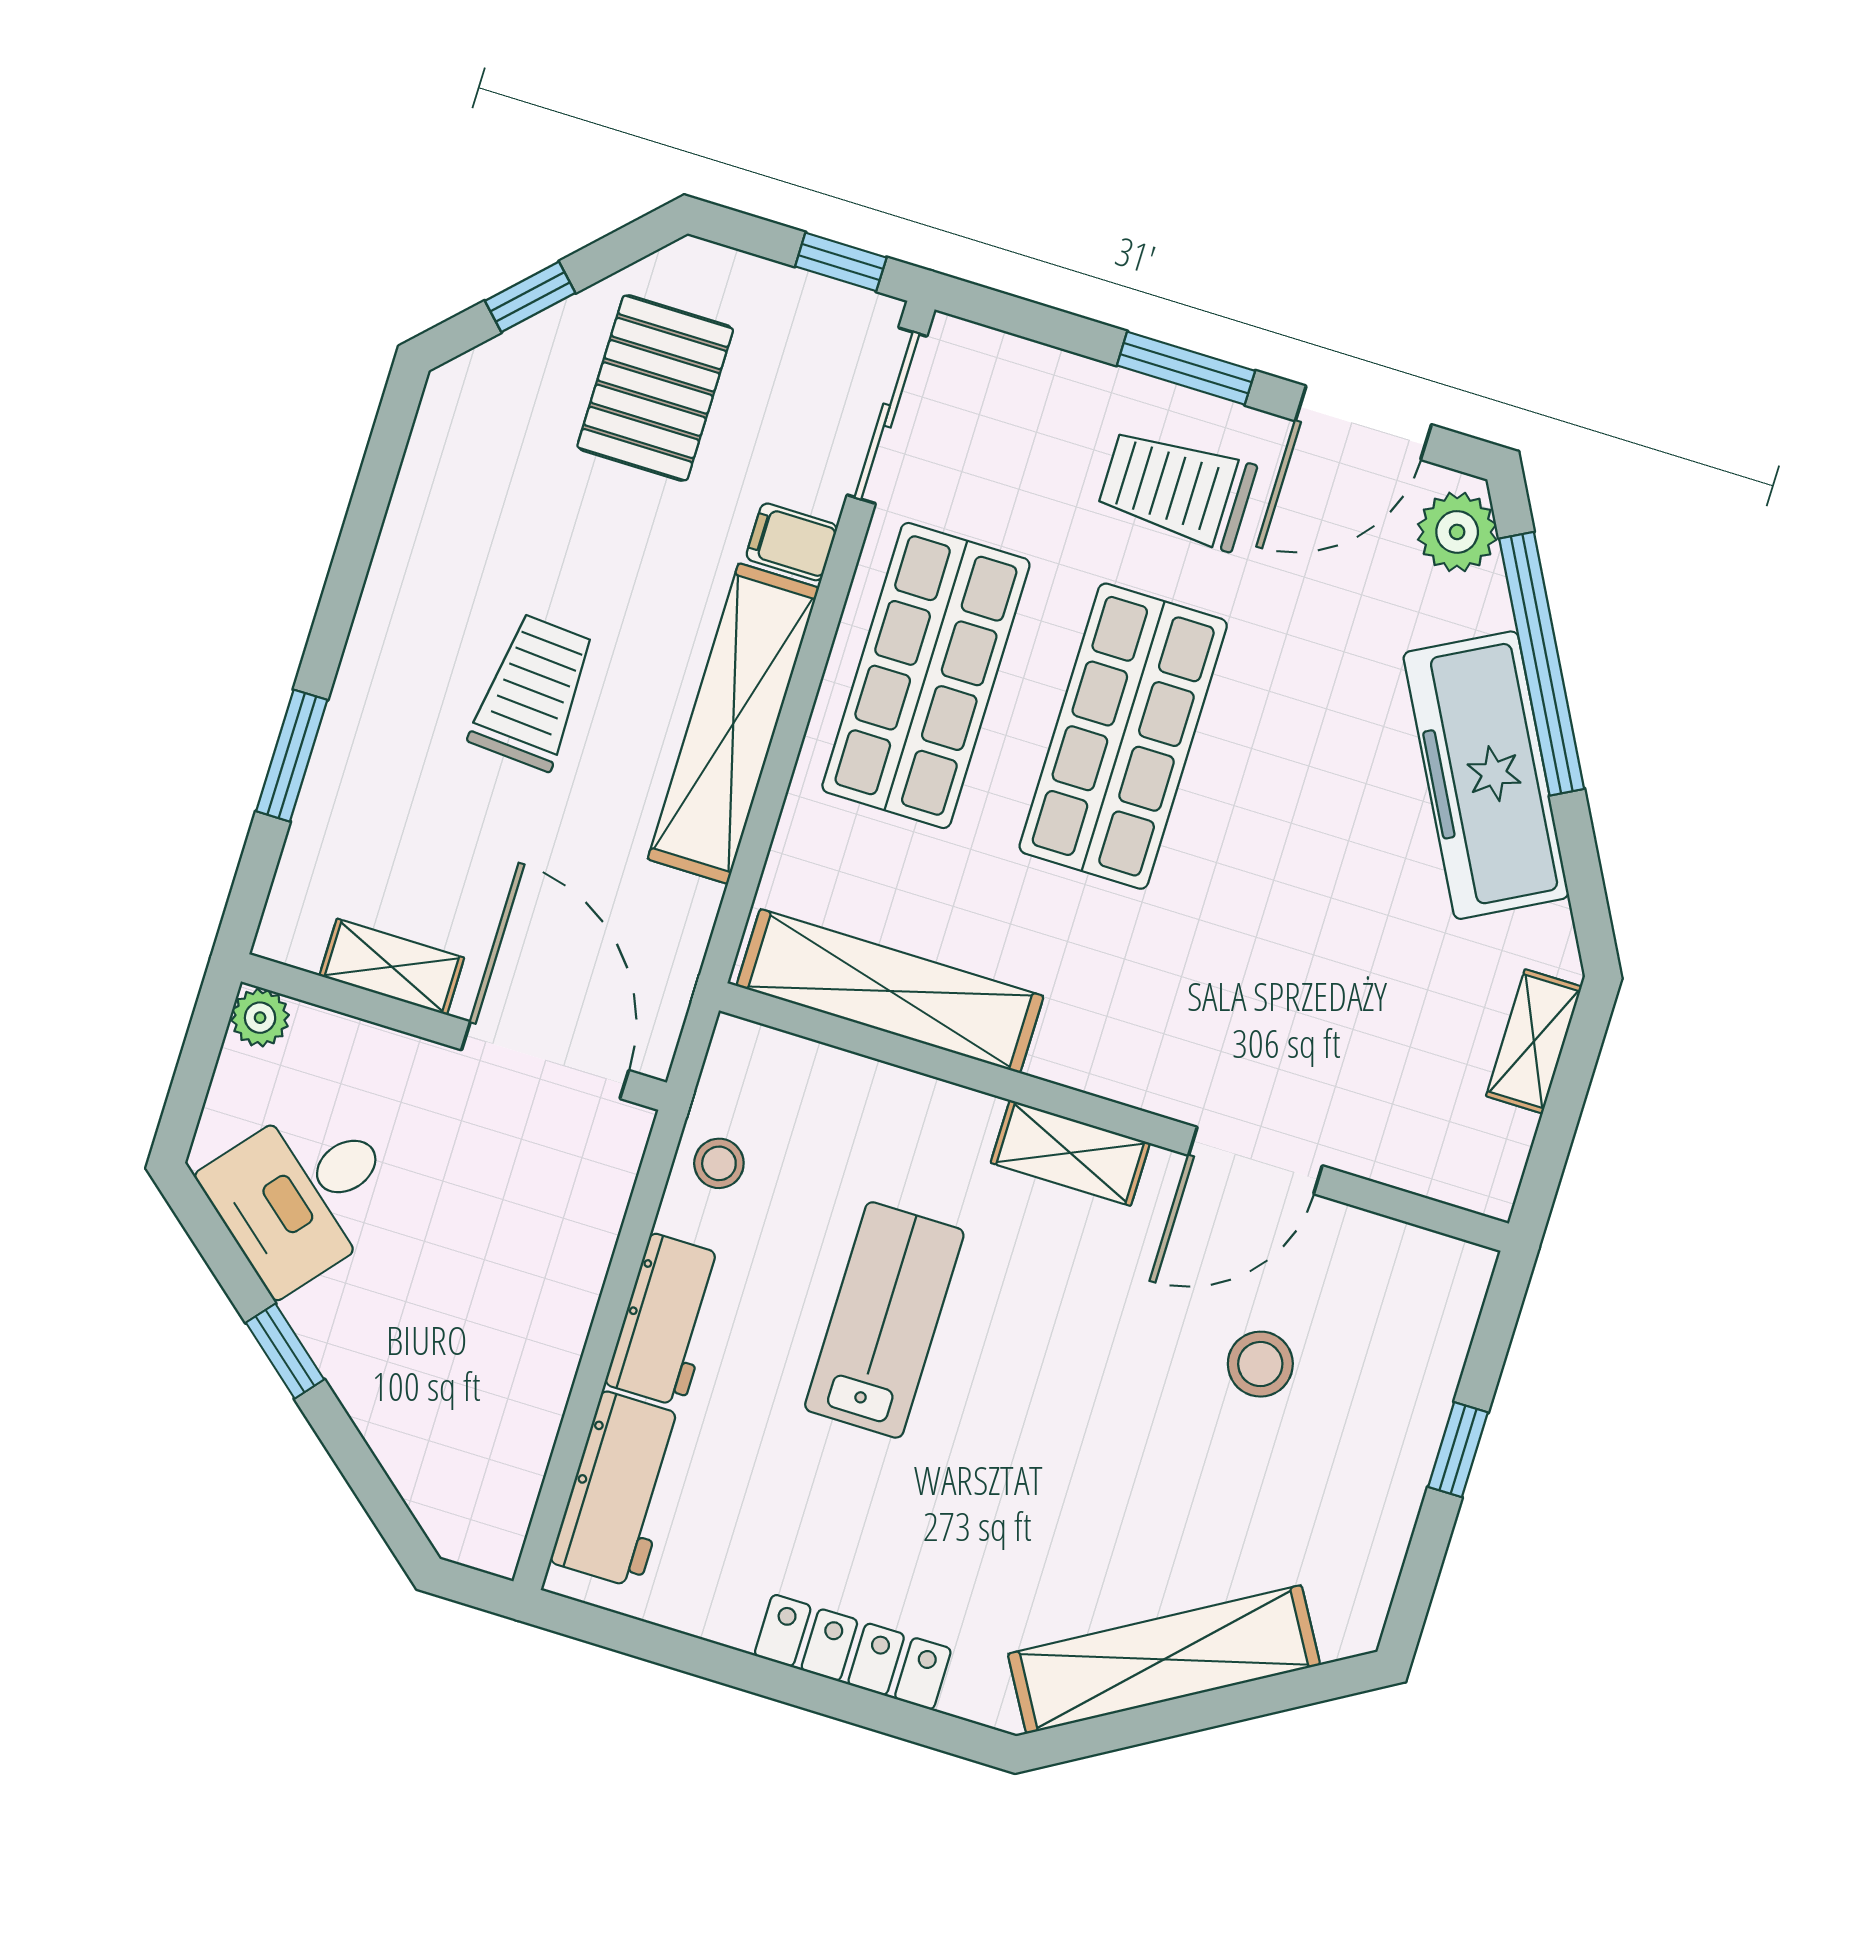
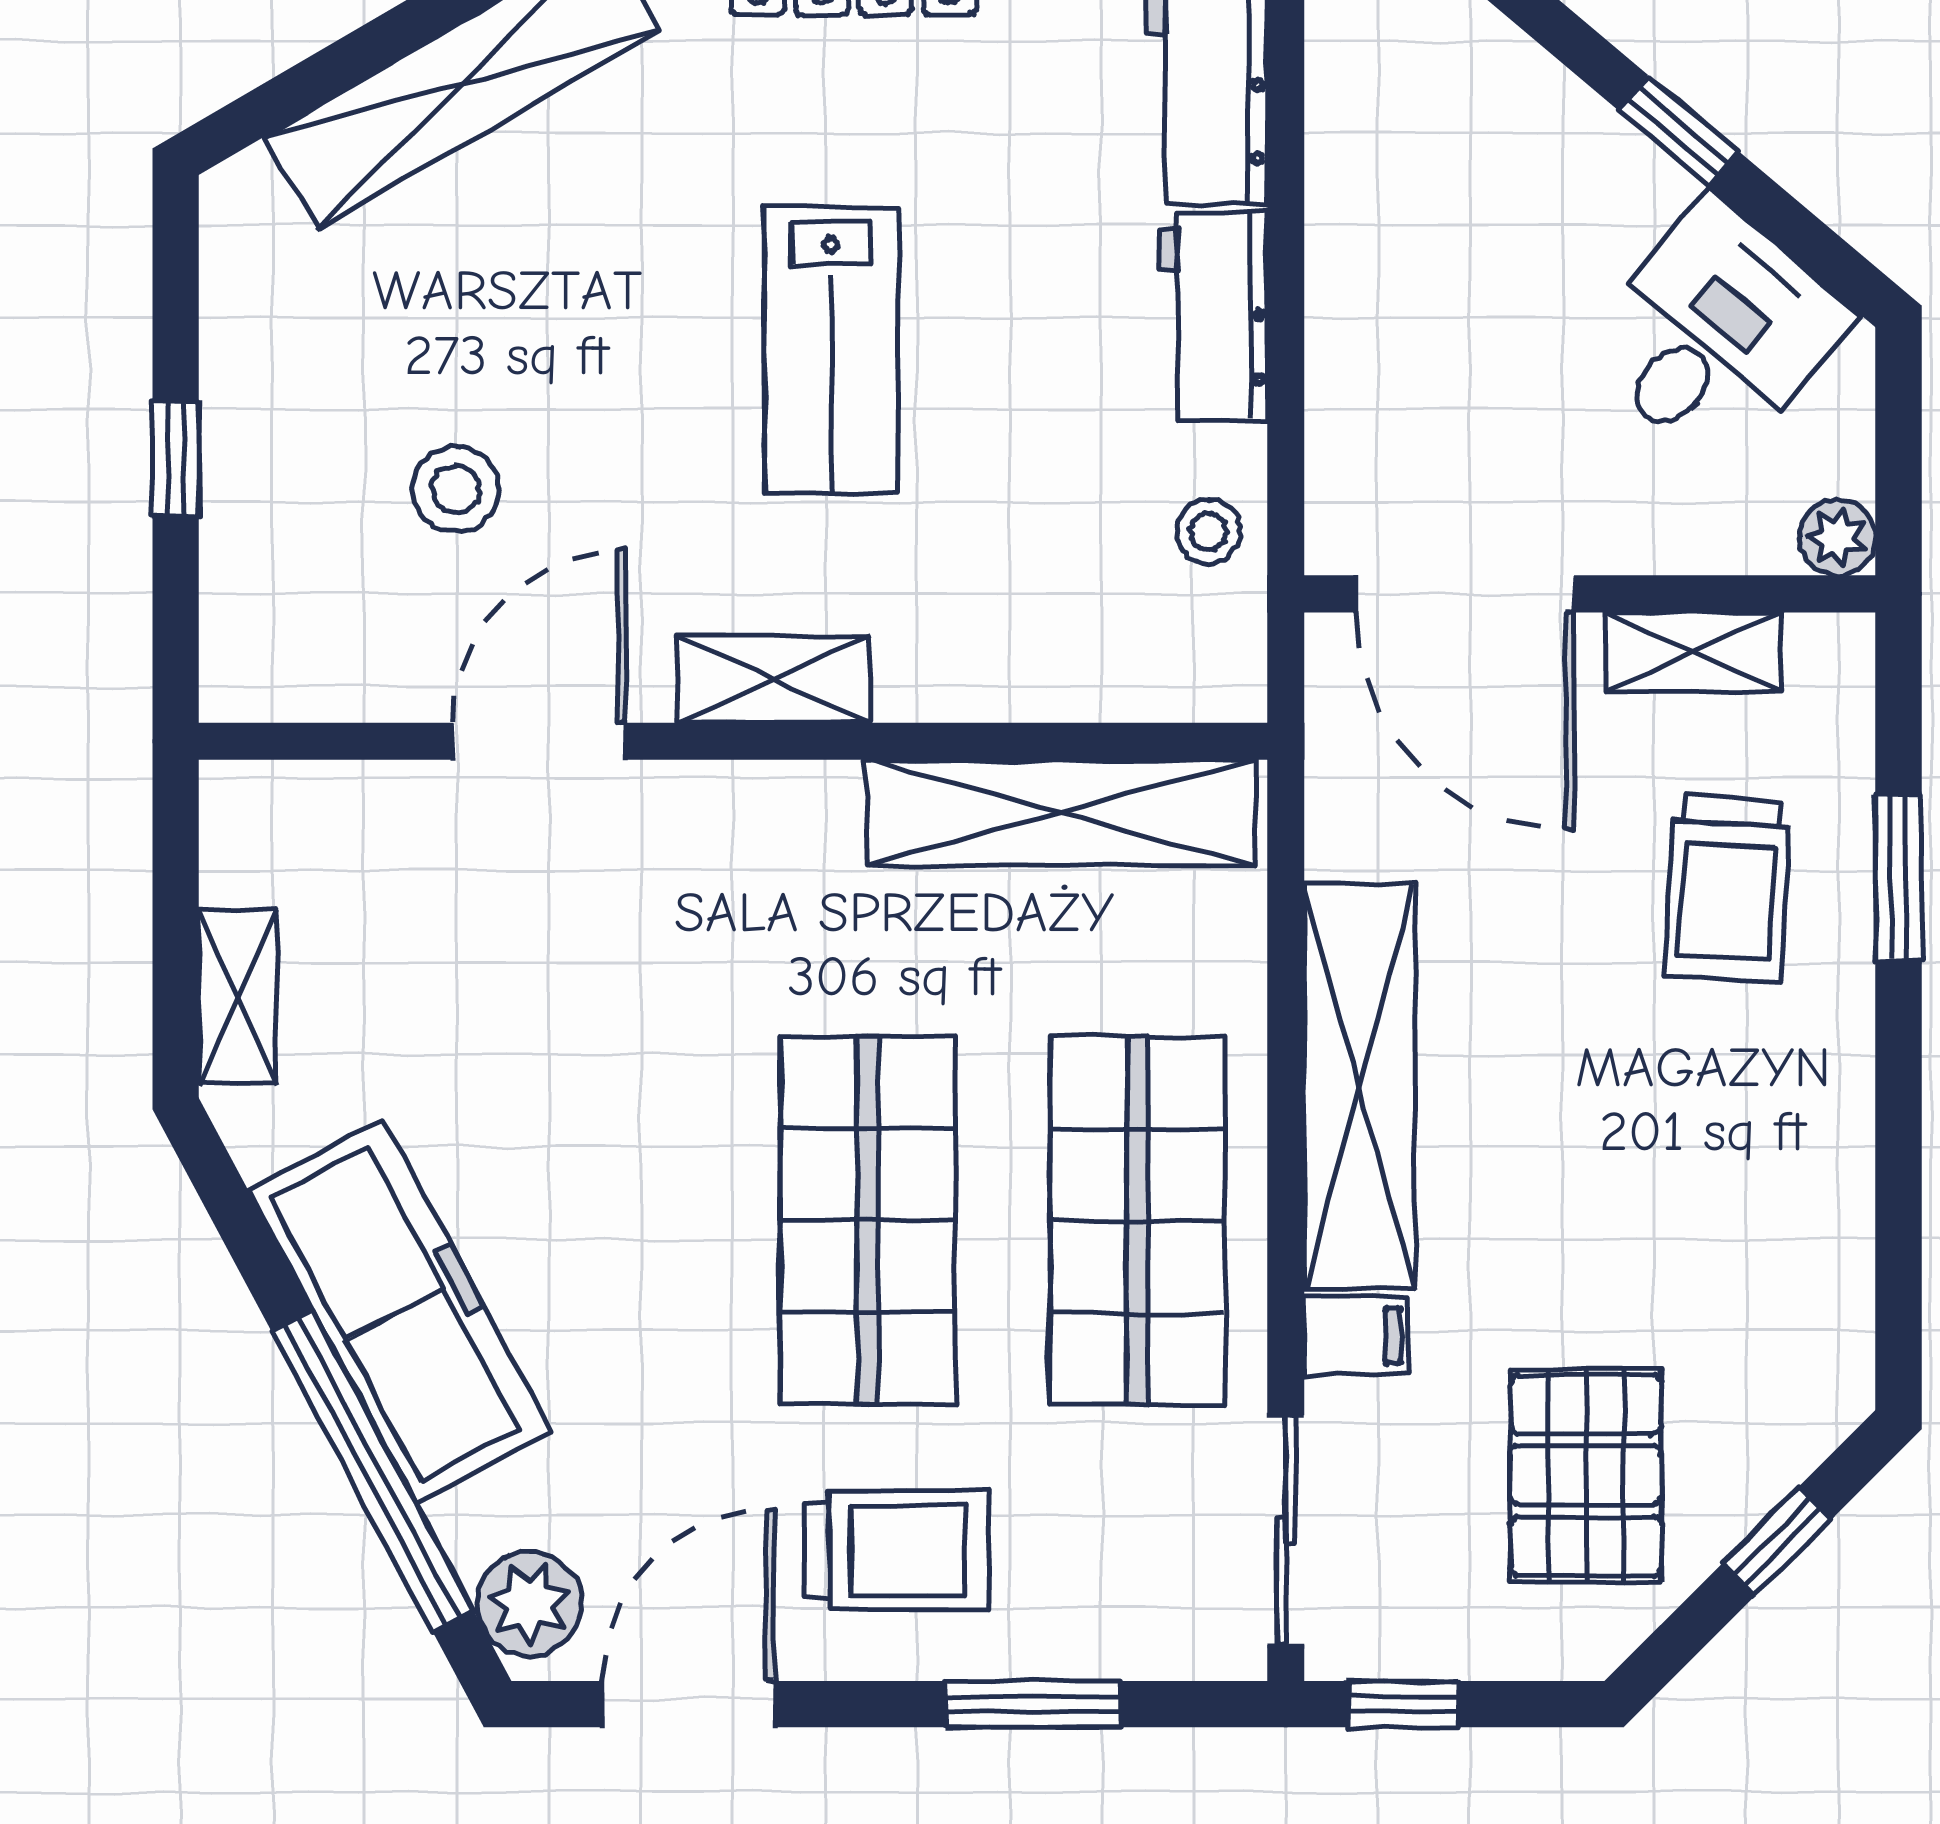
window: (1186, 368) -> (1033, 1704), moved
trolley: (533, 692) -> (1728, 889), moved
lab bench: (884, 1320) -> (831, 350), moved

